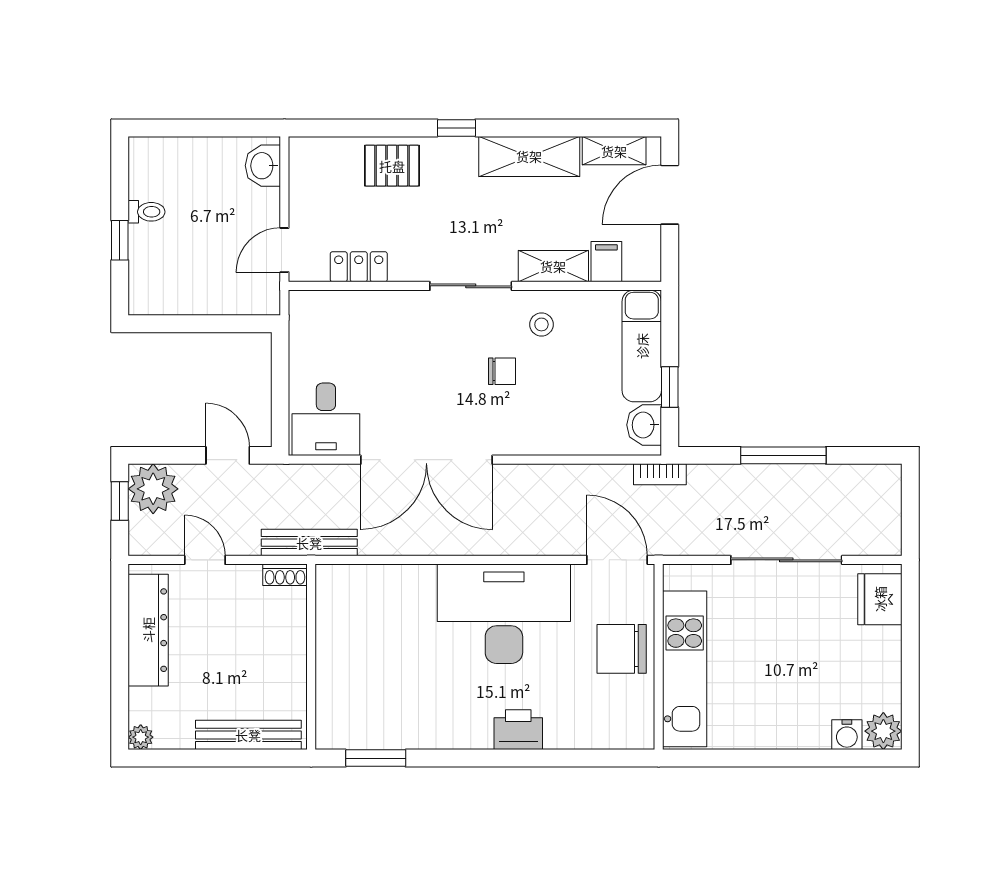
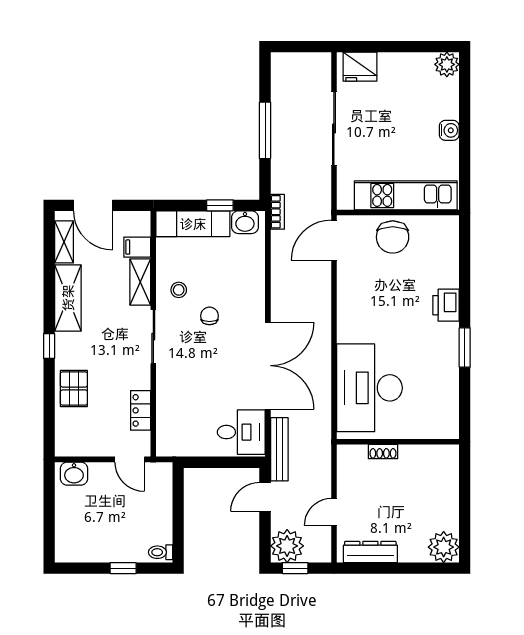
toilet: (146, 212) -> (161, 552), moved, turned -90
bench: (309, 543) -> (279, 449), moved
shoe rack: (285, 575) -> (383, 452), moved, turned 90
desk: (504, 614) -> (369, 388), moved
dresser: (148, 630) -> (370, 552), width x0.73, depth x0.80
bench: (248, 735) -> (449, 483), removed
water cooler: (847, 735) -> (449, 130), moved
plant: (141, 737) -> (444, 547), width x1.88, depth x1.88
window: (376, 758) -> (465, 348), moved

